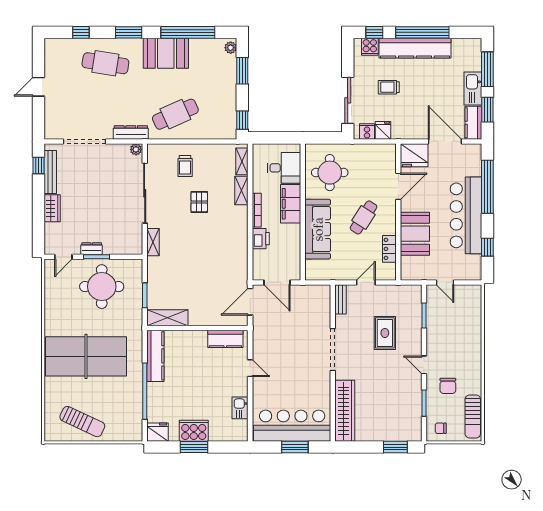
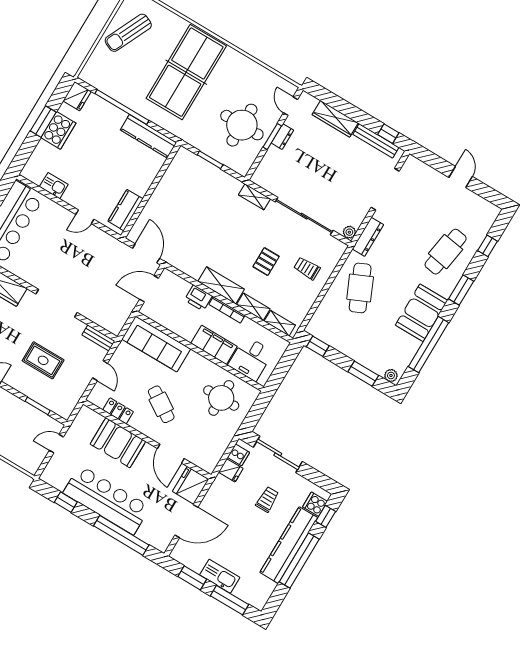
kitchen counter: (473, 123) -> (188, 558), removed
pallet: (199, 202) -> (266, 262), turned 90
wardrobe: (52, 208) -> (335, 119), width x1.50
sofa: (318, 229) -> (156, 344), moved
shelving: (167, 318) -> (221, 285), moved, turned 90

